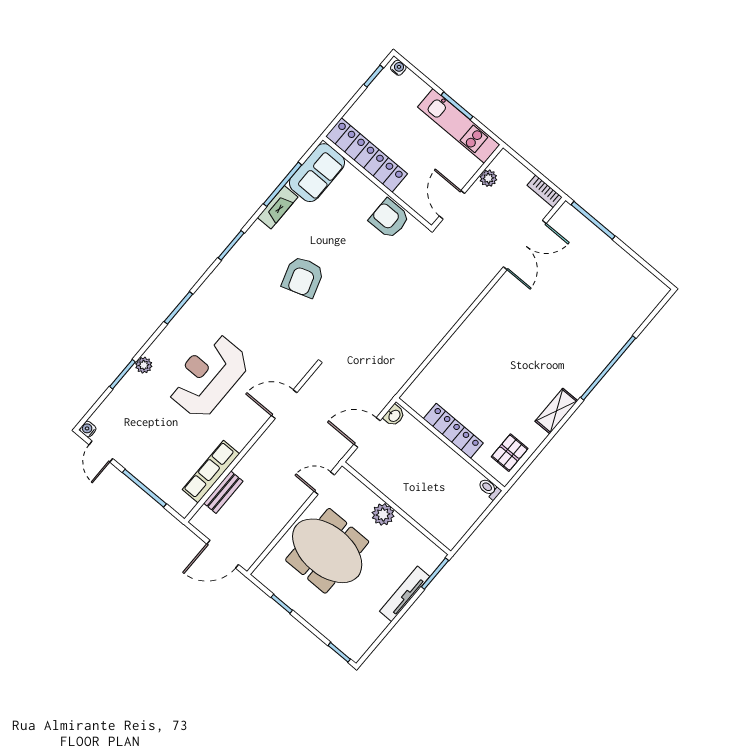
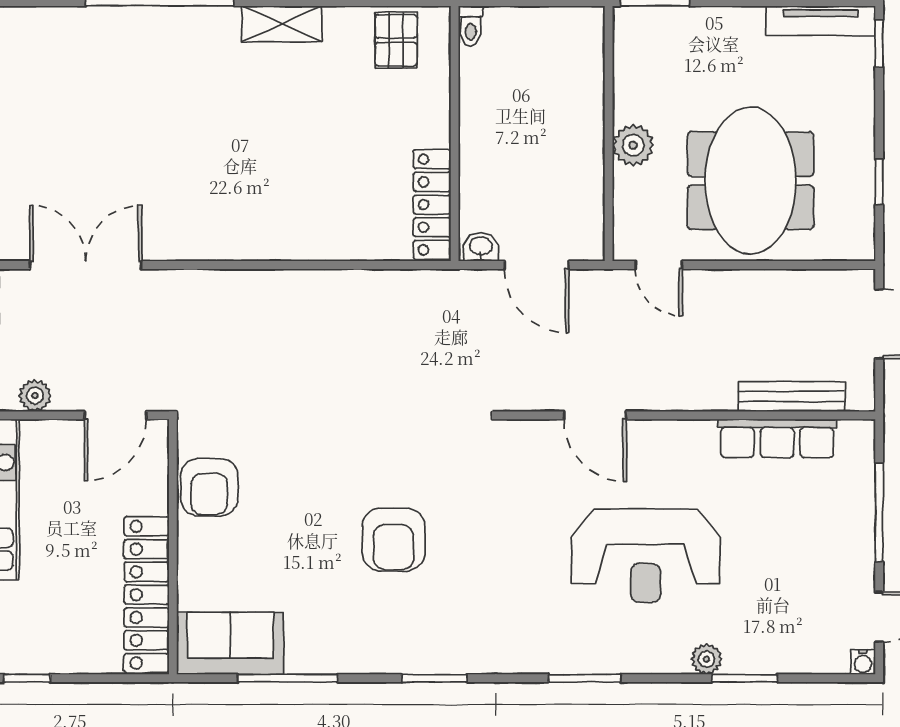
fireplace: (278, 207) -> (326, 658), removed
armchair: (303, 277) -> (394, 540), turned 108
locker: (453, 431) -> (432, 205), moved
pallet: (510, 453) -> (396, 40), turned 90
bench: (223, 492) -> (791, 397), width x1.36
tv unit: (405, 594) -> (821, 21), moved

